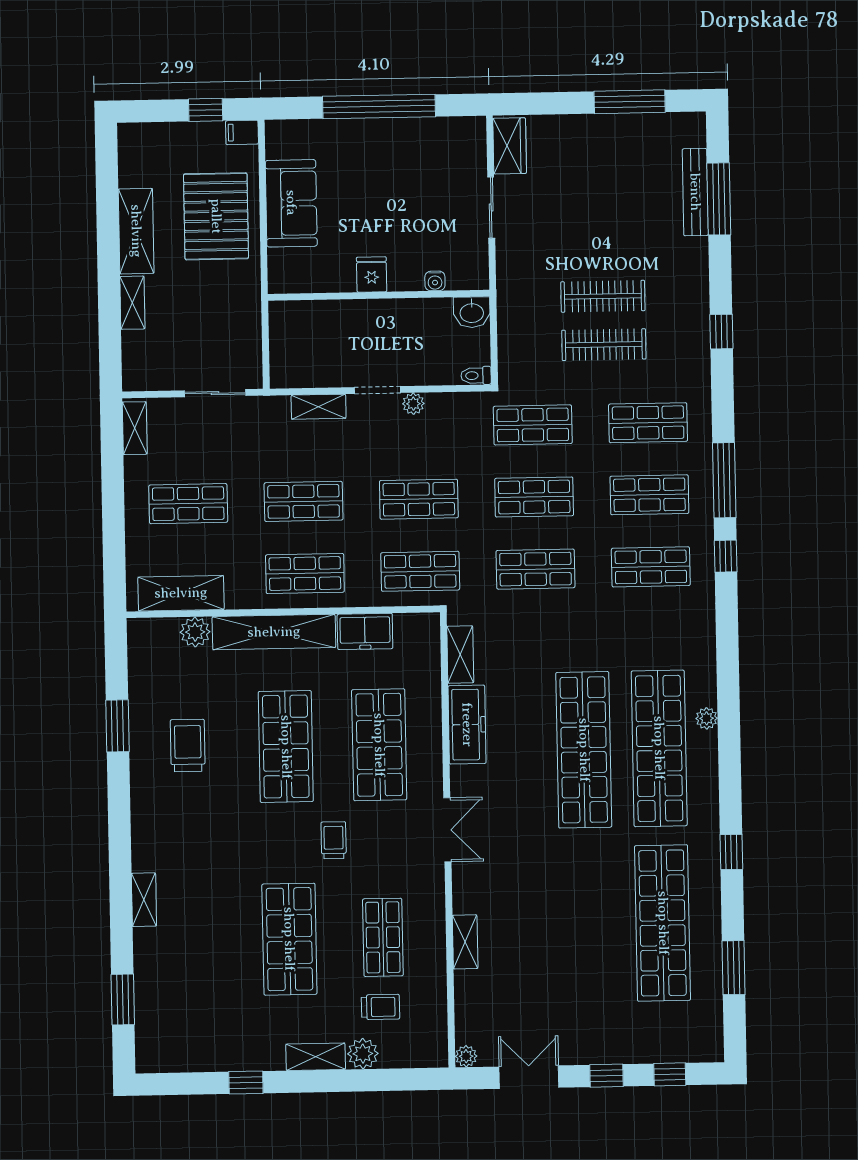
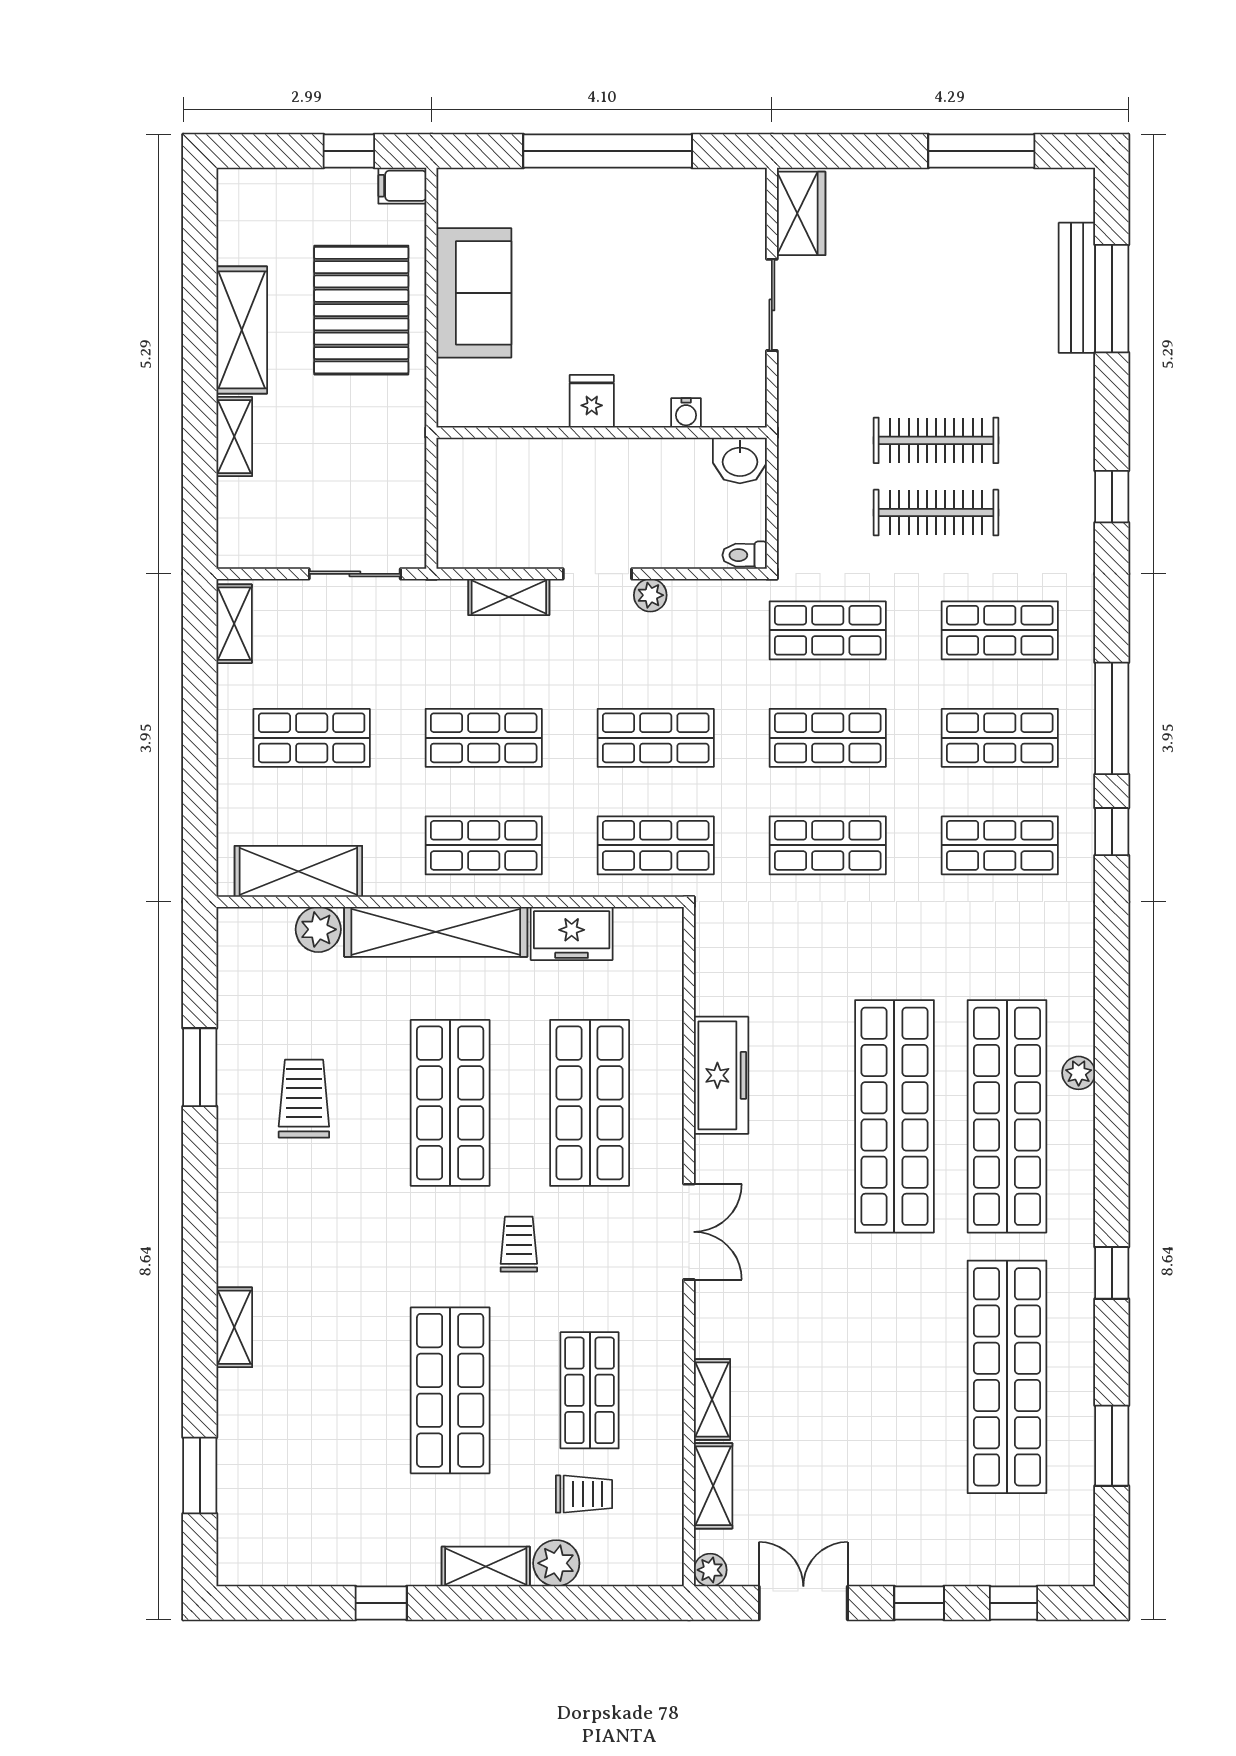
shelving: (460, 655) -> (713, 1486), moved

